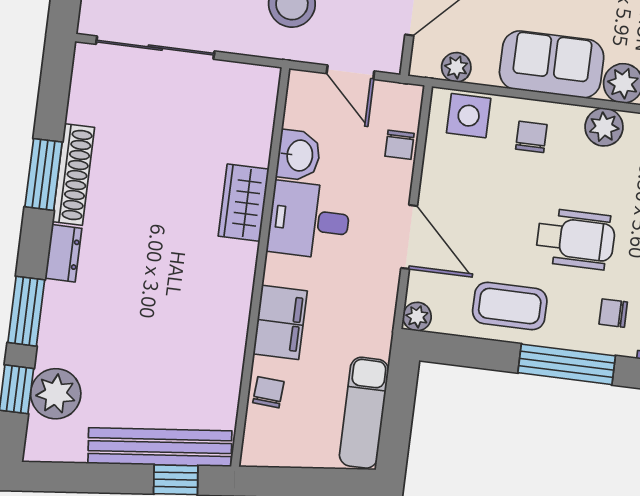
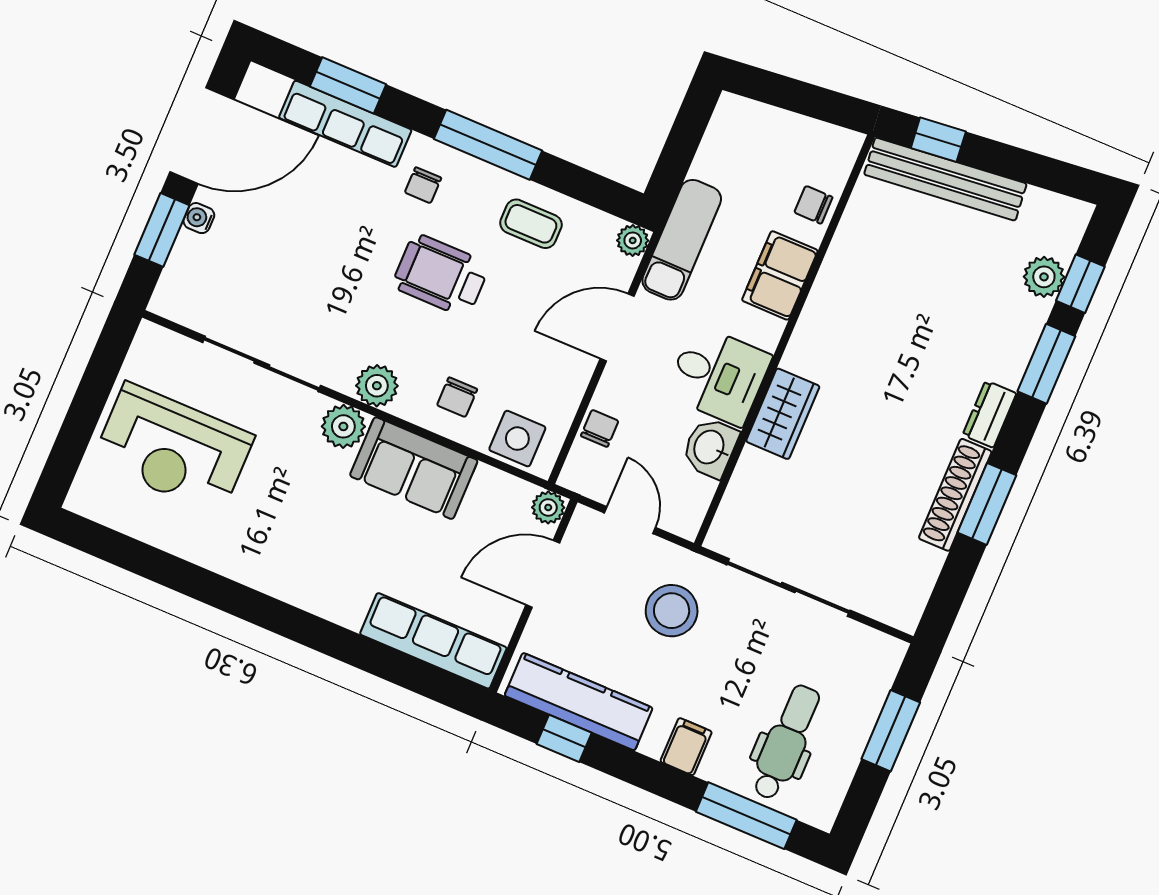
sliding door: (155, 48) -> (788, 587), moved
plant: (456, 67) -> (548, 507), moved
door: (409, 237) -> (617, 327), hinge flipped
coffee table: (510, 306) -> (531, 224), width x0.73, depth x0.77
chair: (613, 313) -> (423, 185), turned 90
chair: (268, 392) -> (813, 205), turned 86
plant: (56, 394) -> (1044, 277), width x0.73, depth x0.73
exam couch: (364, 413) -> (682, 240), moved

